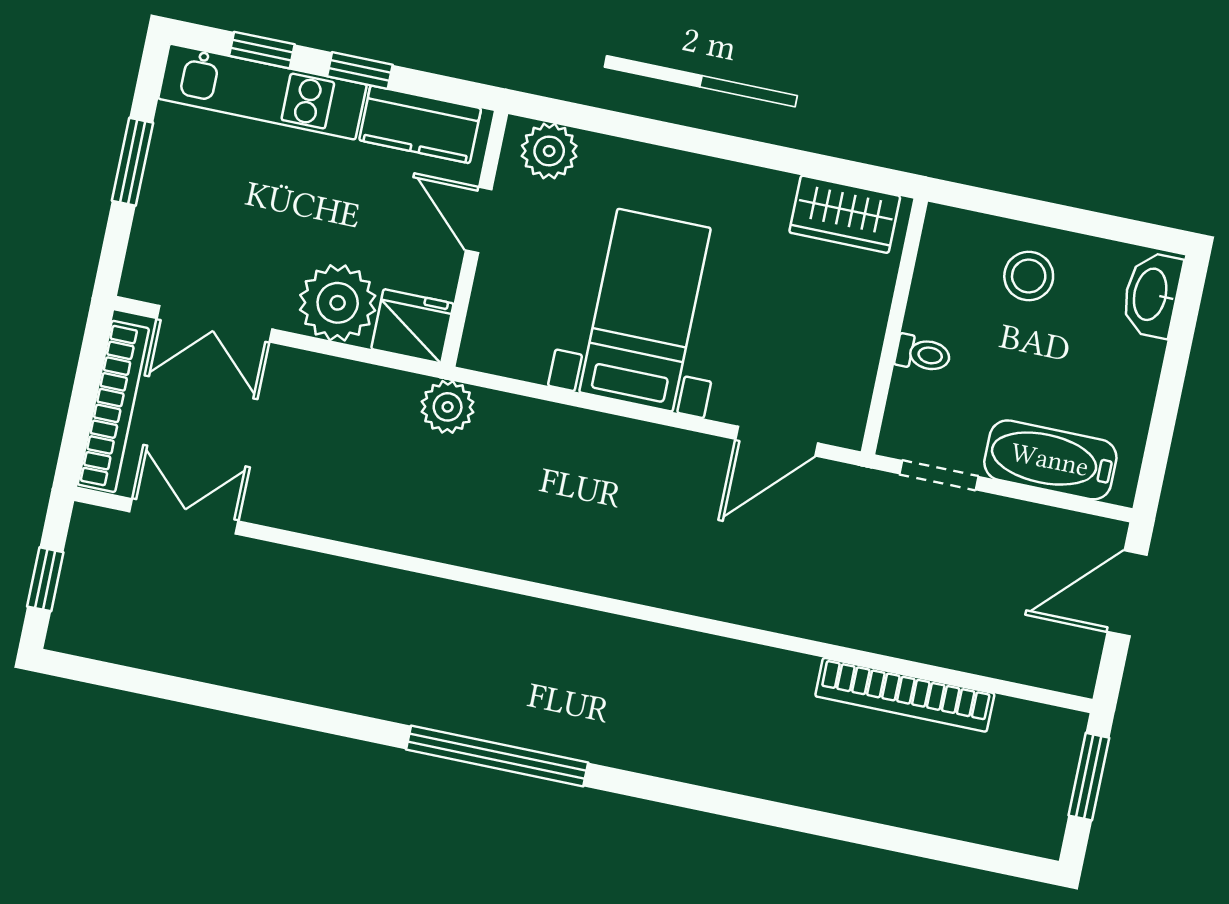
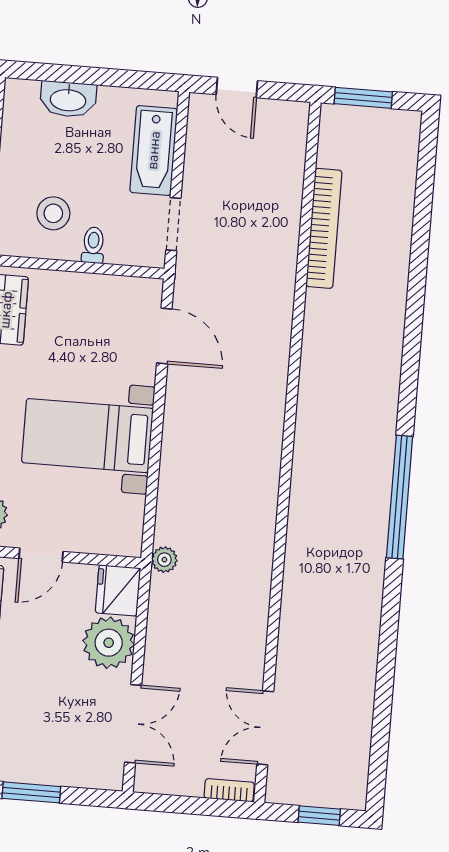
stool: (1029, 276) -> (53, 213), moved
washbasin: (1152, 295) -> (68, 99), moved
bookcase: (113, 406) -> (229, 790), width x0.43, depth x0.76
plant: (448, 407) -> (164, 560), width x0.73, depth x0.73
door: (1127, 593) -> (237, 88), width x0.73

